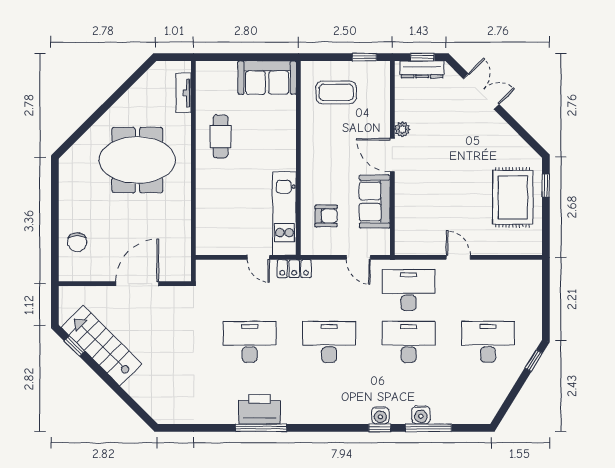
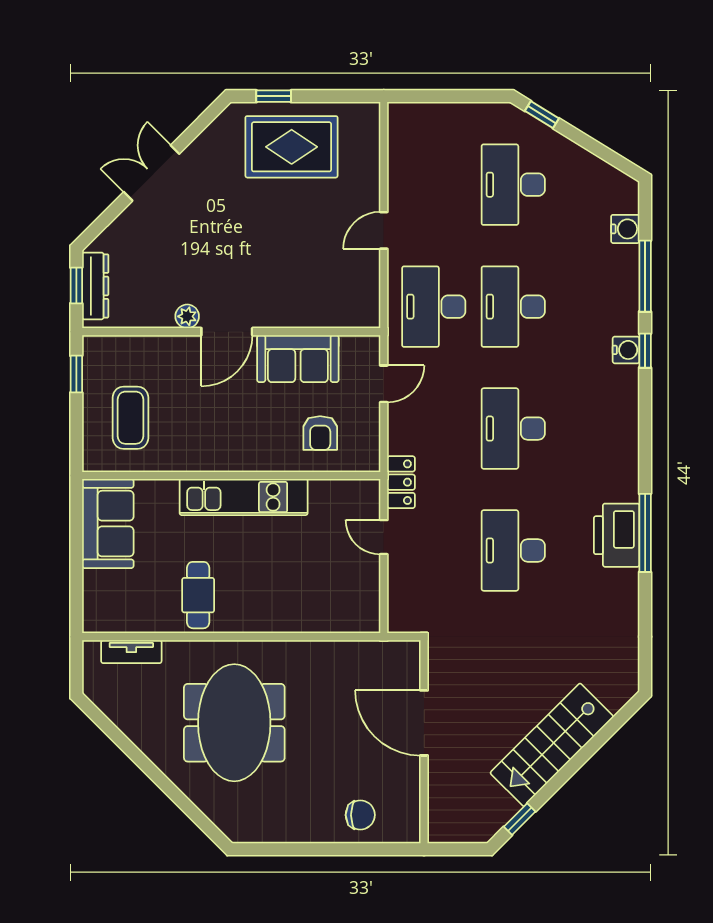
double door: (481, 91) -> (152, 173), moved
cafe table: (221, 136) -> (198, 595), turned 90
kitchen unit: (284, 213) -> (244, 497), moved
armchair: (326, 216) -> (320, 433), turned 180
door: (258, 257) -> (384, 537), swing flipped
stairs: (102, 346) -> (552, 745), moved
water cooler: (421, 415) -> (625, 229), moved

